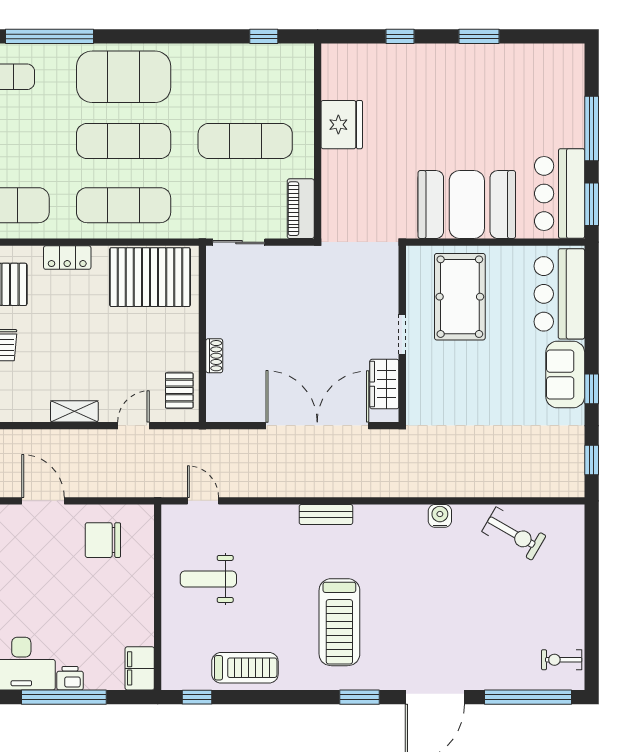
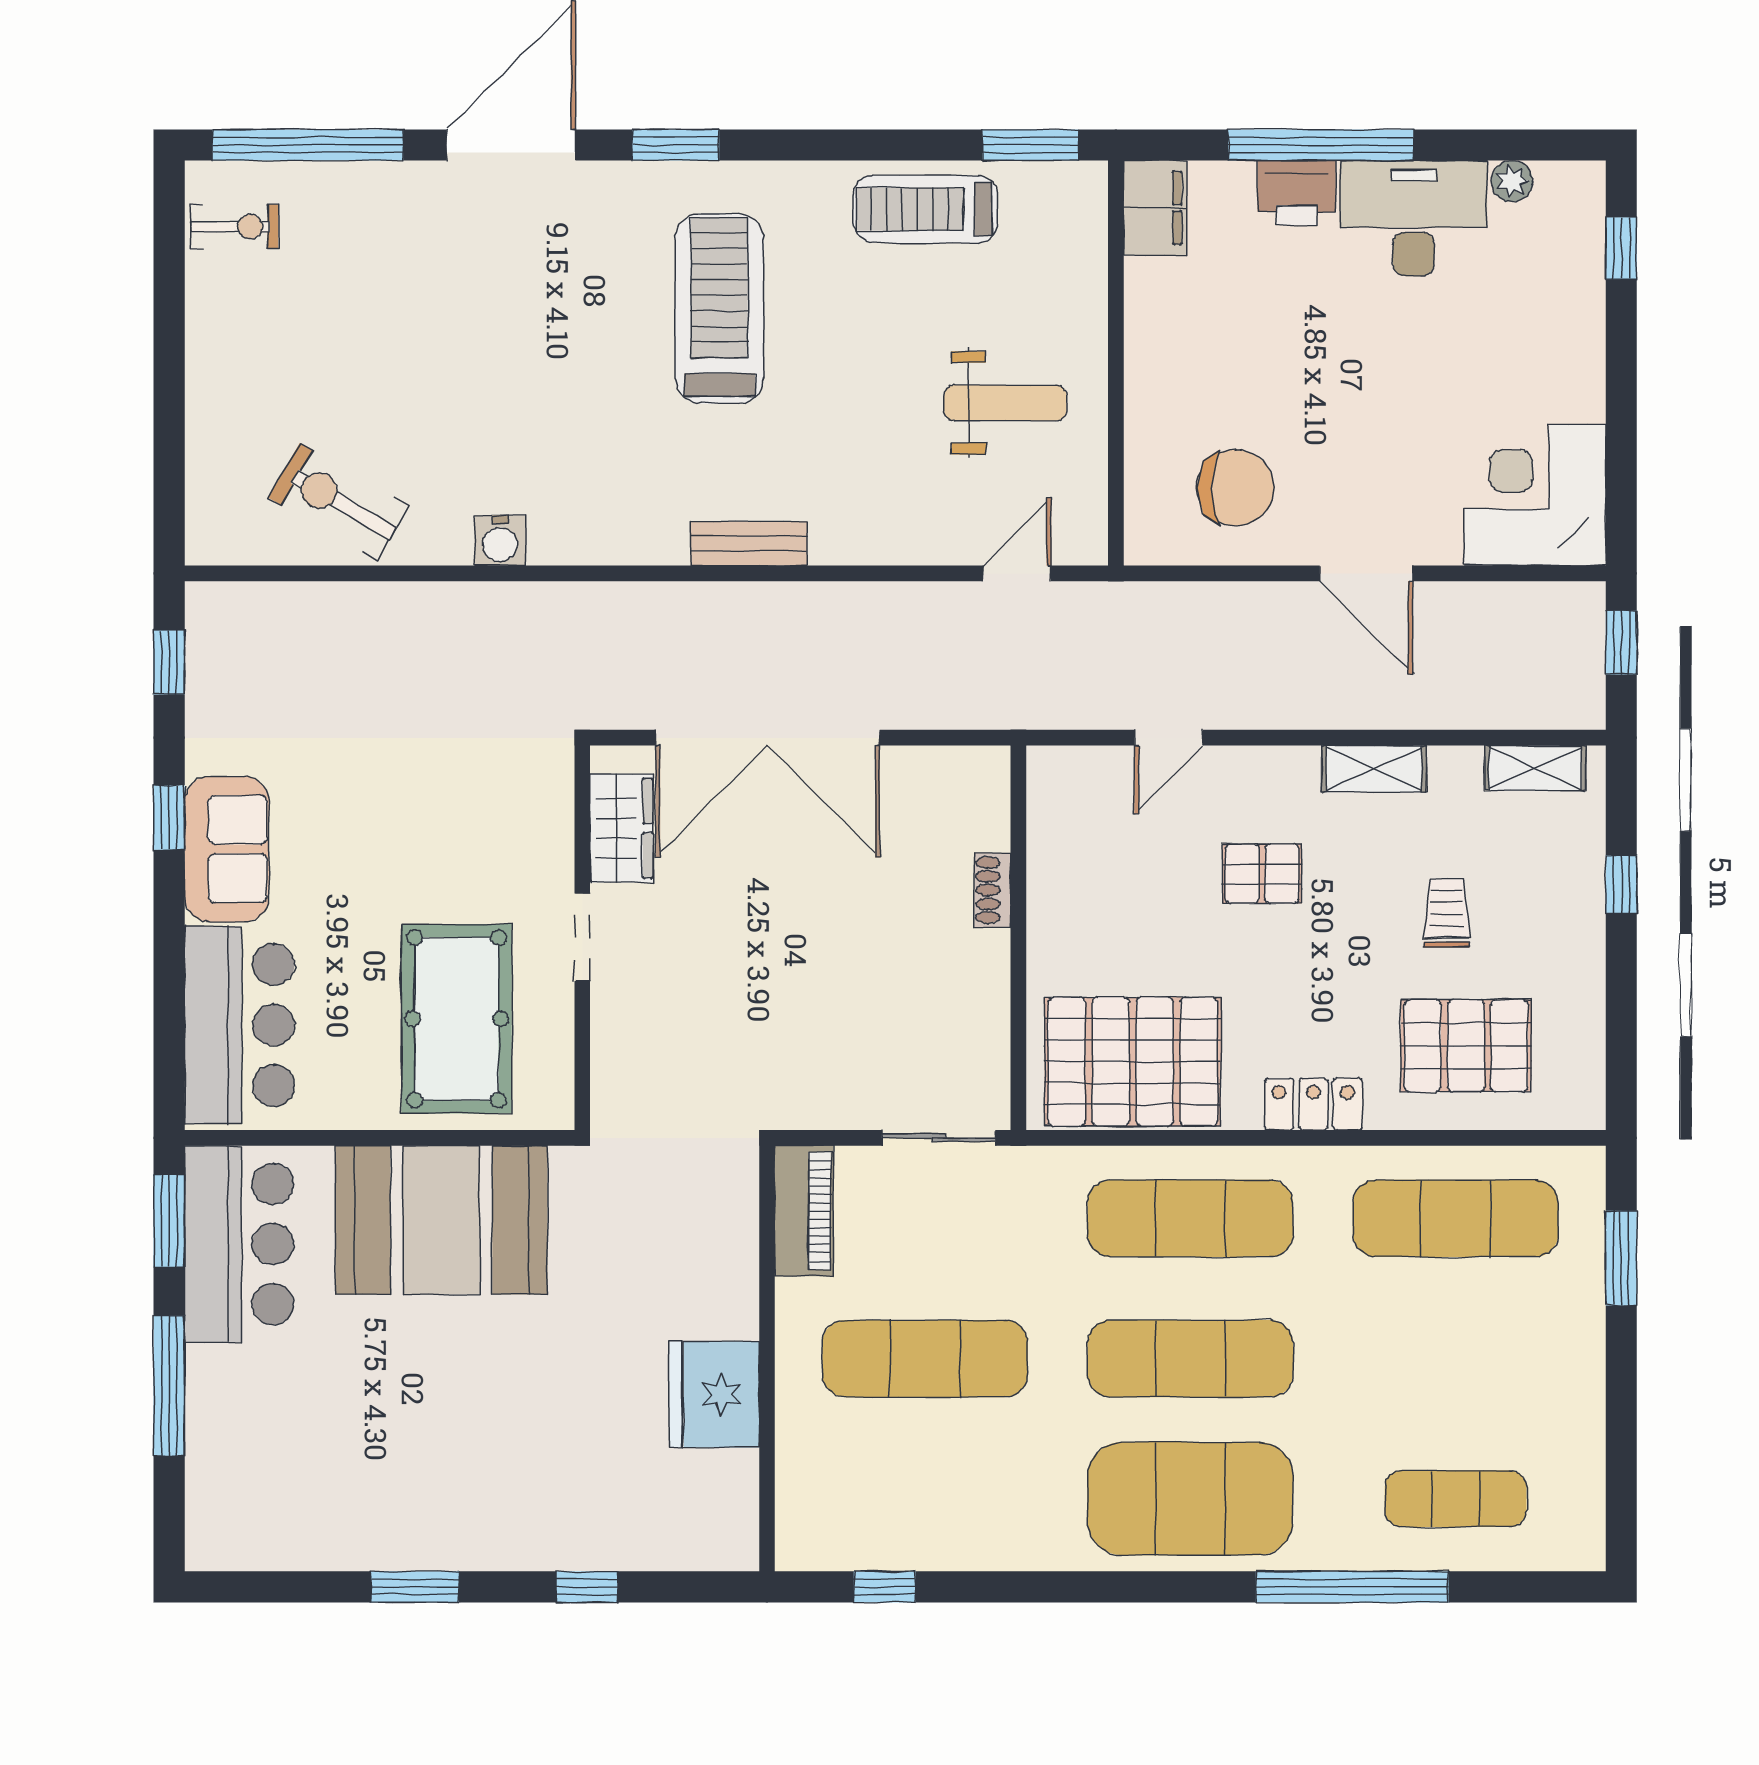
pallet: (179, 390) -> (1262, 874), moved, turned 90
shelving: (74, 411) -> (1374, 769), moved
door: (203, 501) -> (1017, 573), swing flipped
printer: (70, 678) -> (1297, 193), width x1.36, depth x1.24
window: (197, 697) -> (1030, 145), width x1.50

